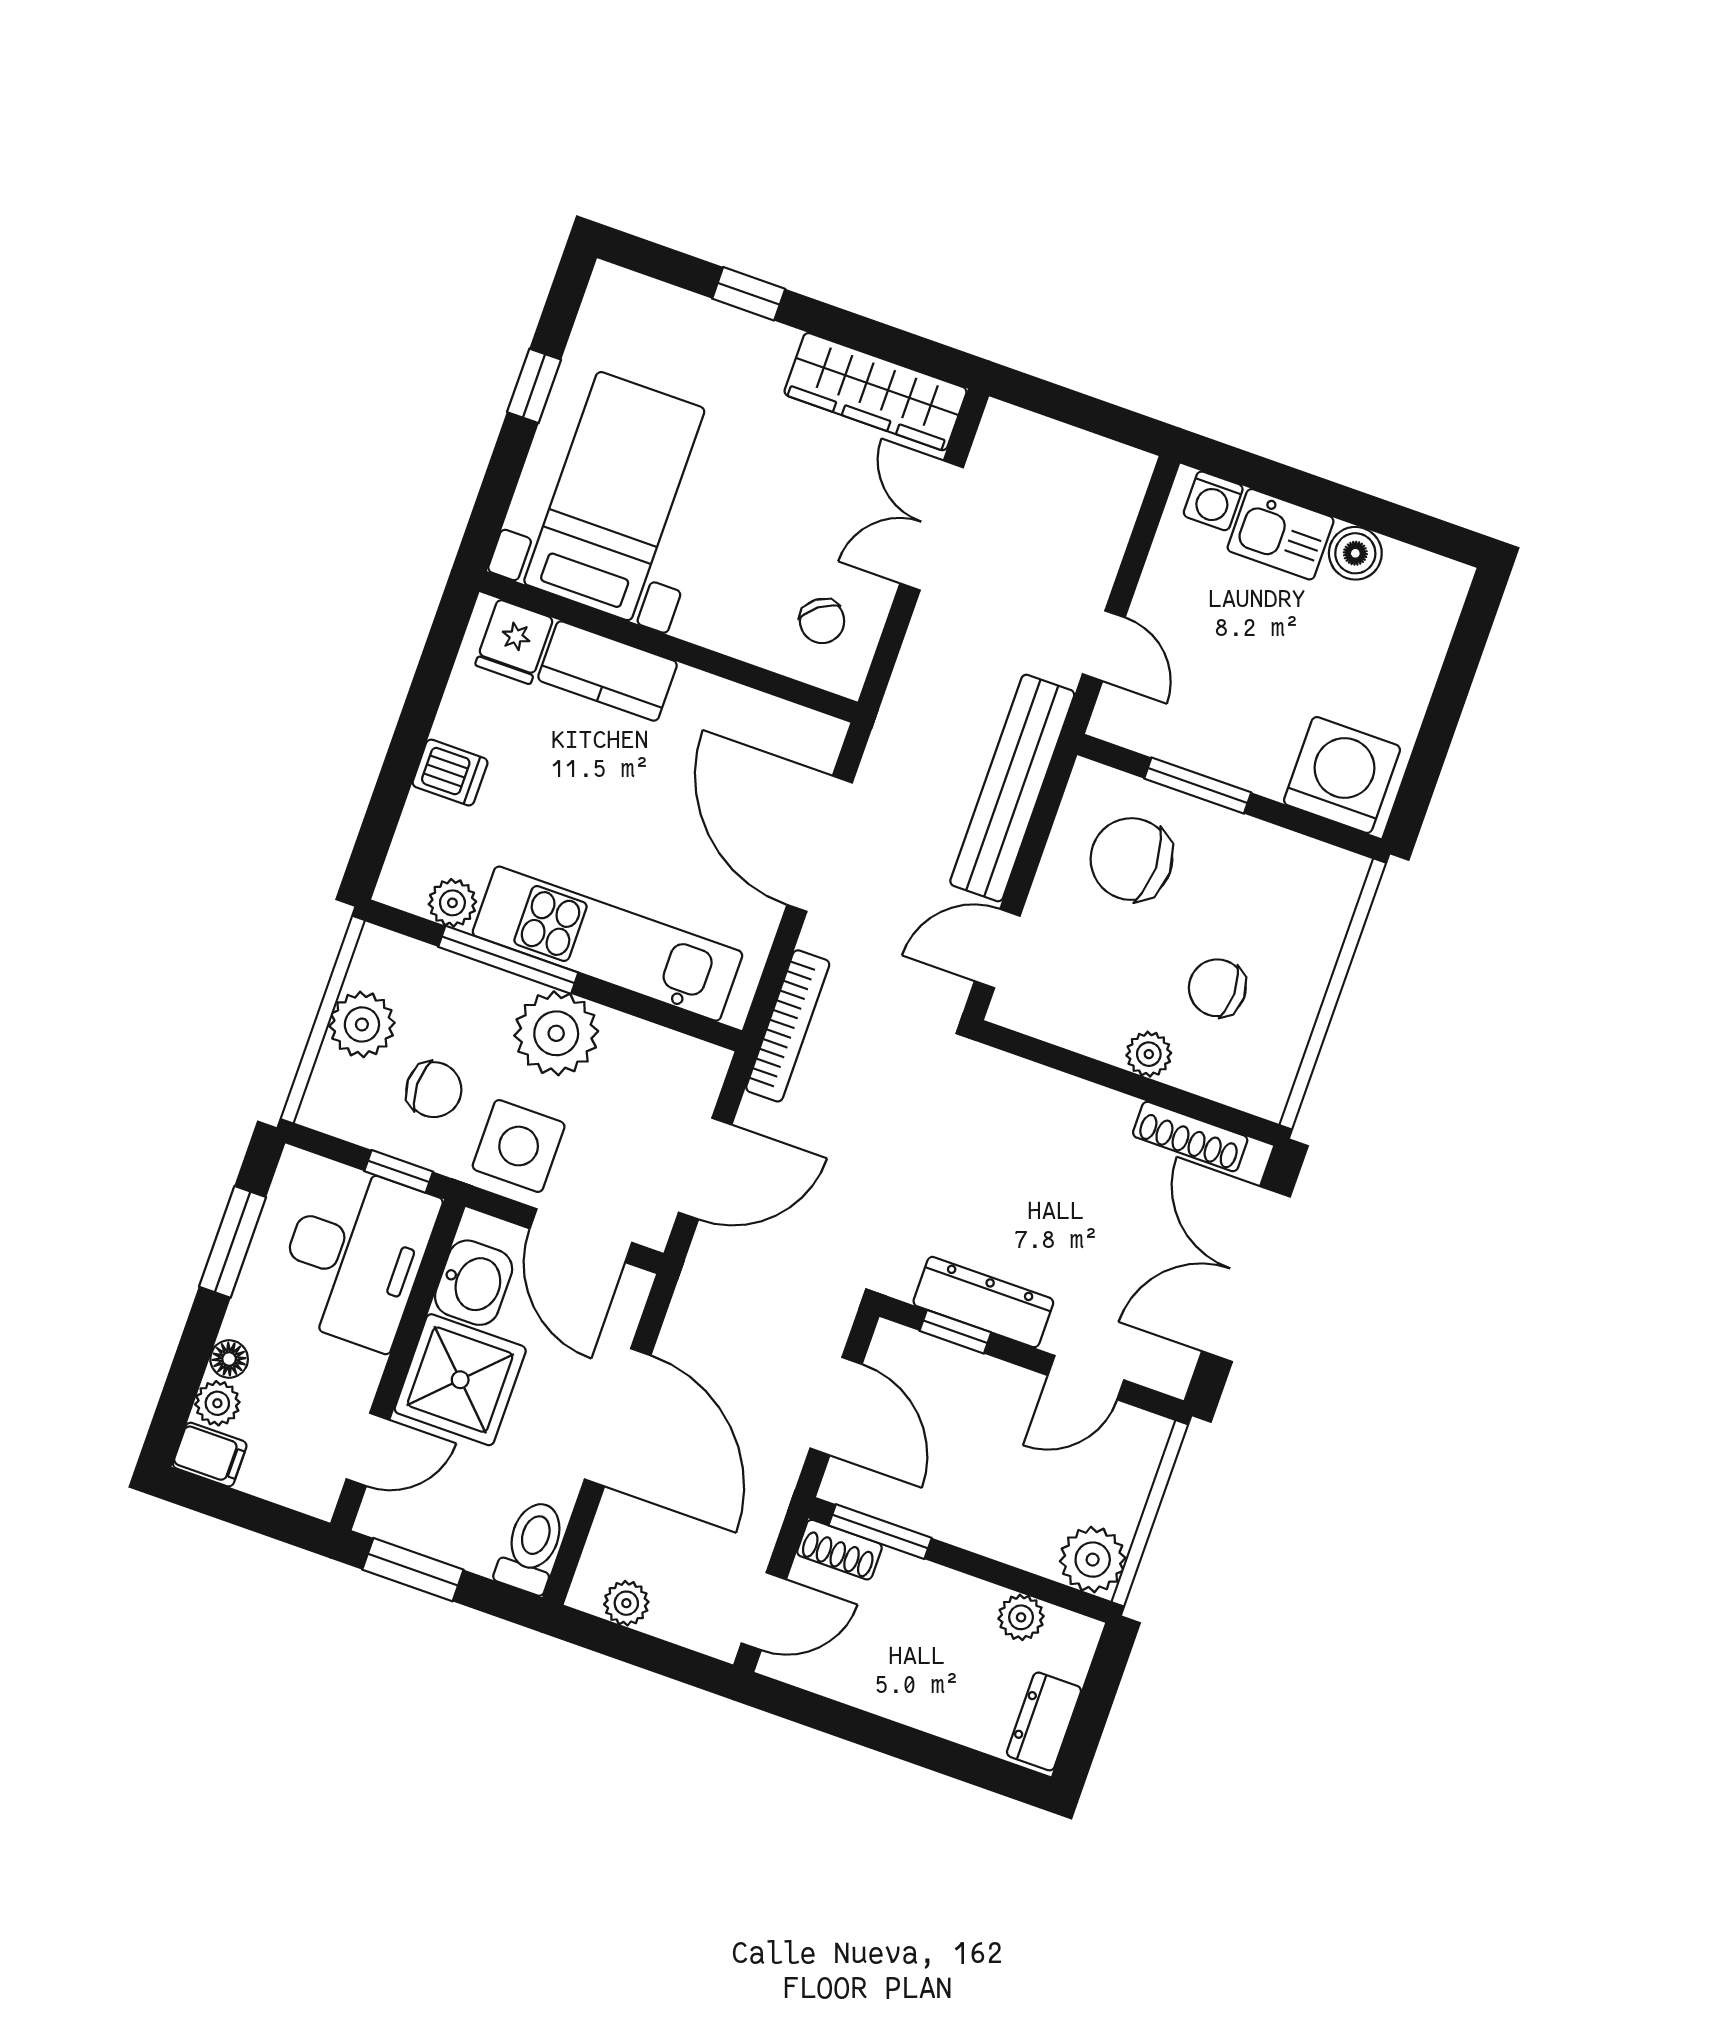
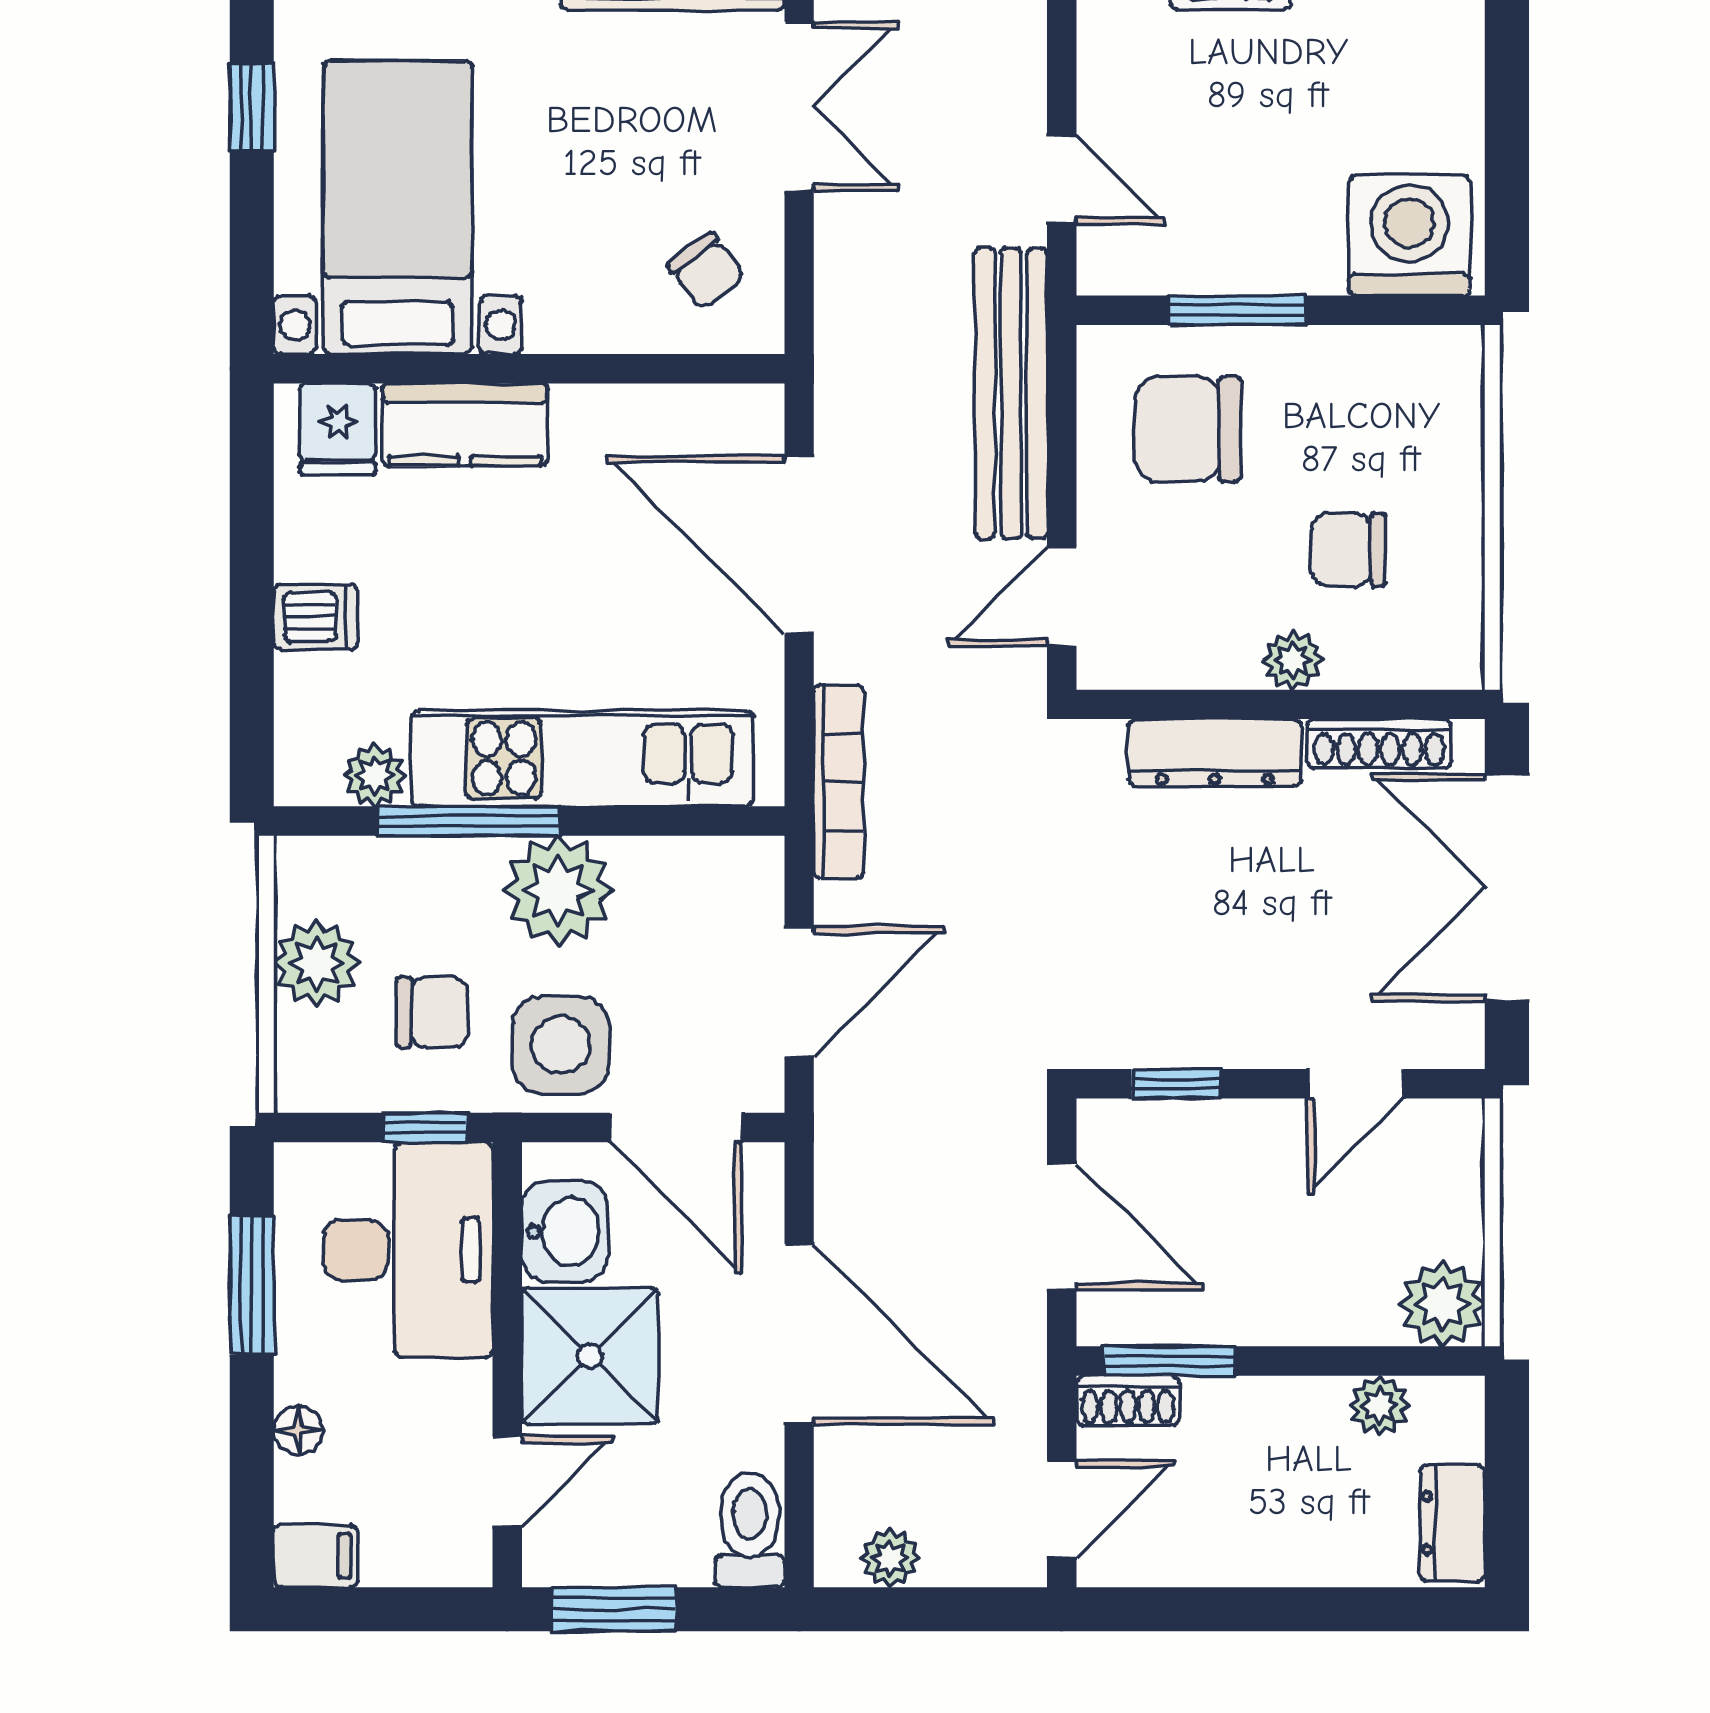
double door: (932, 525) -> (799, 106), swing flipped
dresser: (983, 1302) -> (1215, 753), moved, turned 180
plant: (217, 1403) -> (303, 1490), removed

